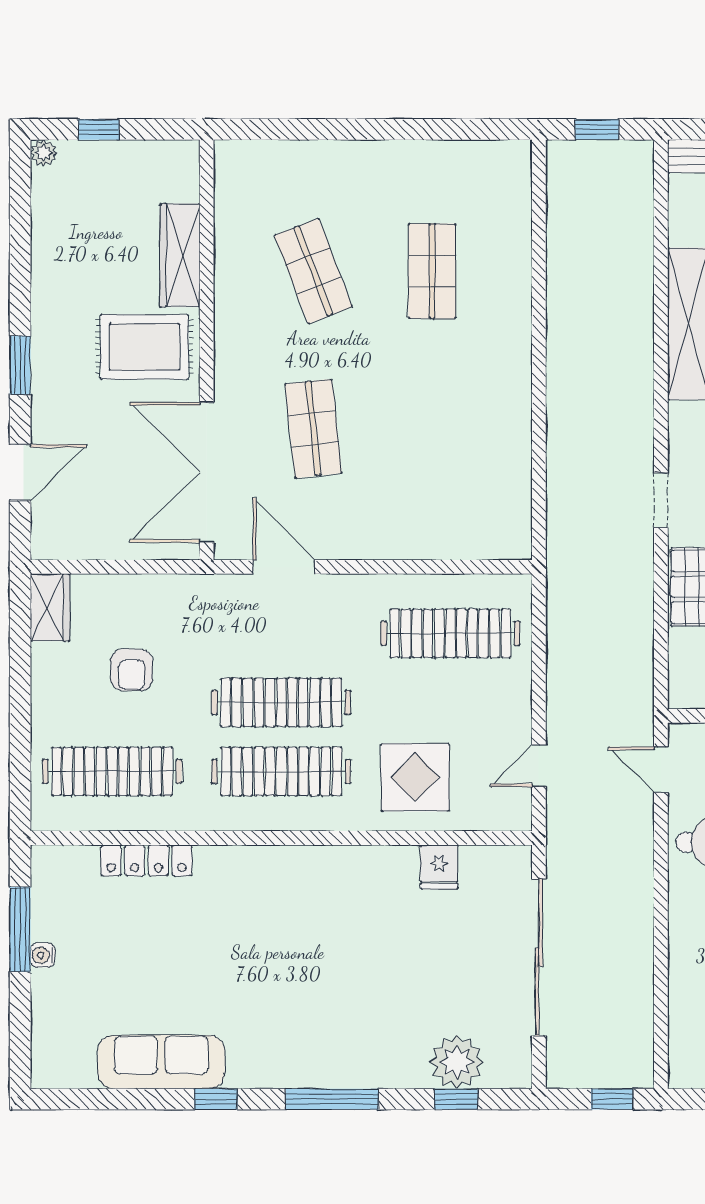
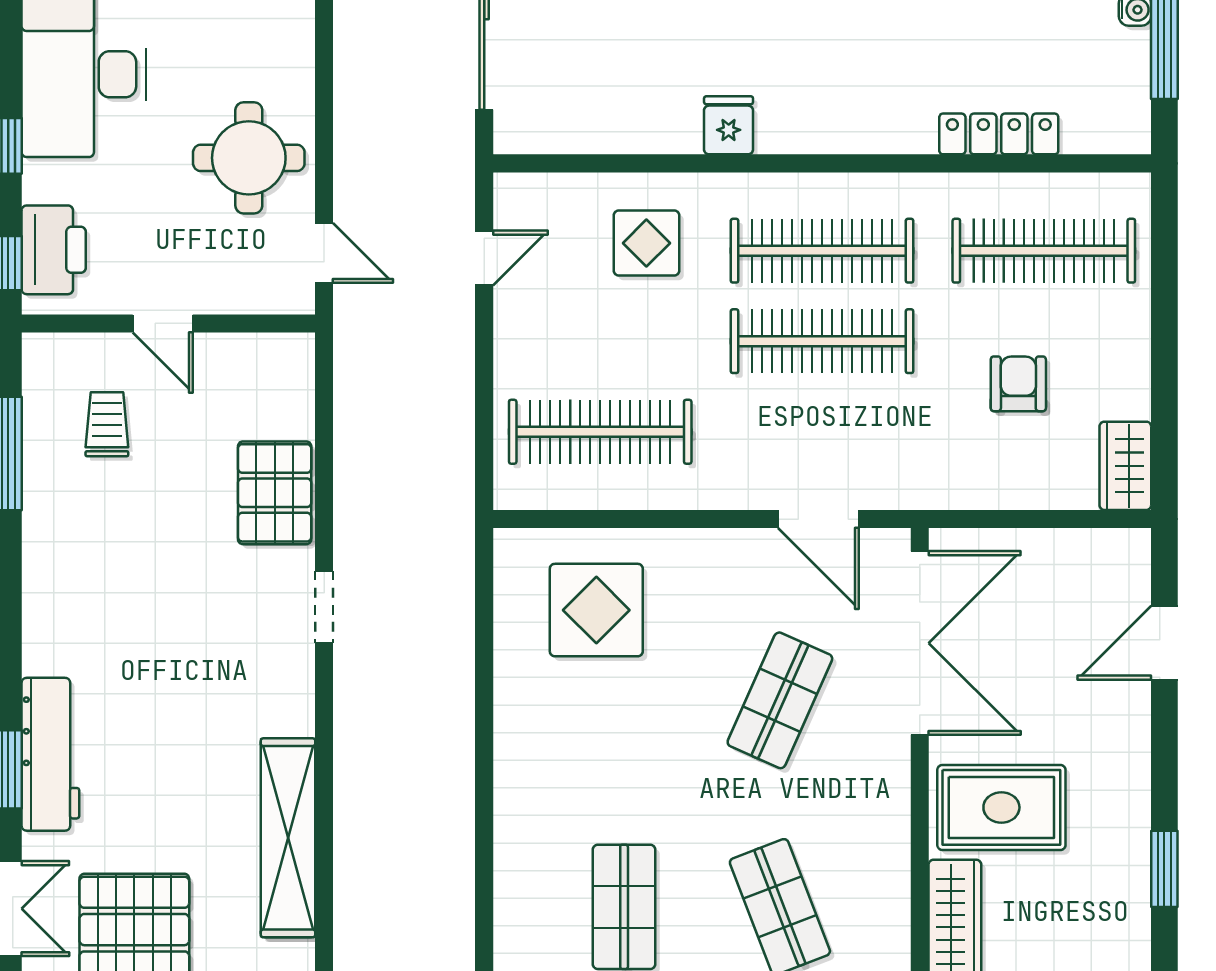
window: (20, 365) -> (1164, 869), moved
shop shelf: (313, 429) -> (780, 700), turned 30
display table: (453, 497) -> (596, 610), added
display table: (415, 777) -> (646, 243), width x0.73, depth x0.73
fridge: (439, 867) -> (729, 125), moved

